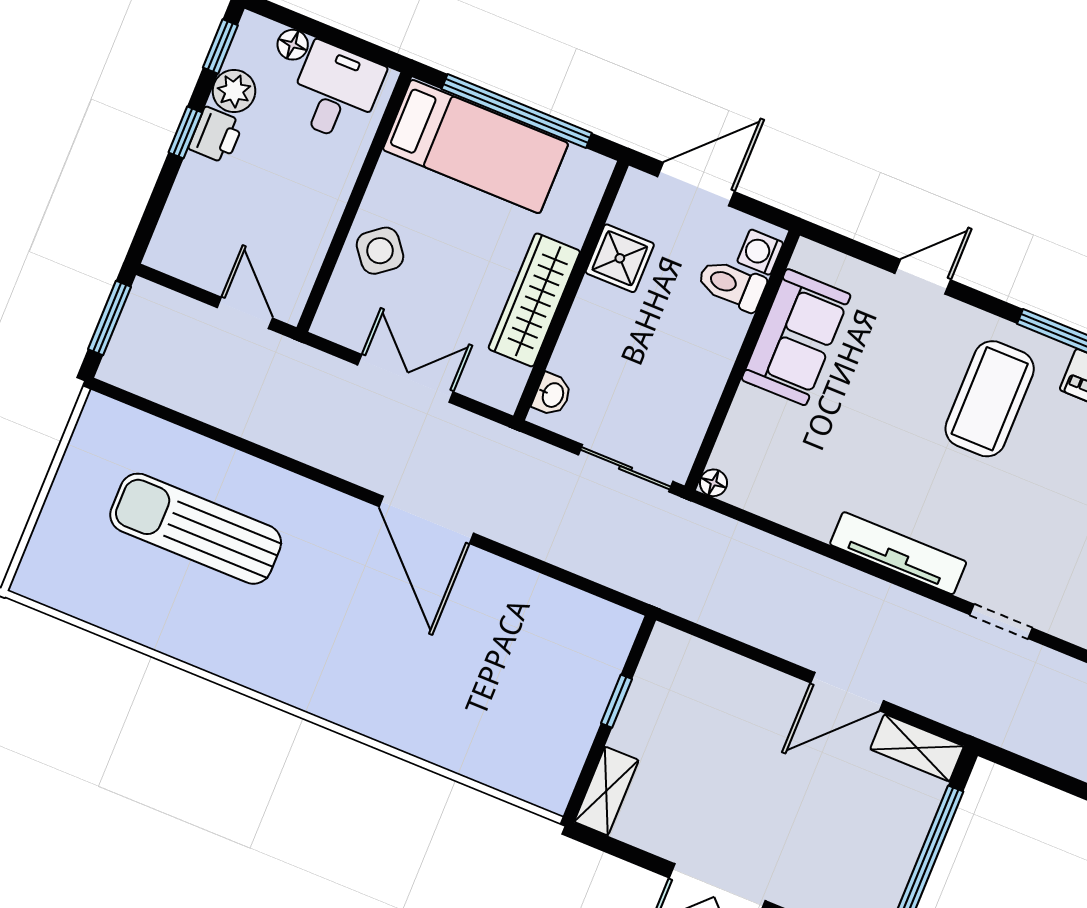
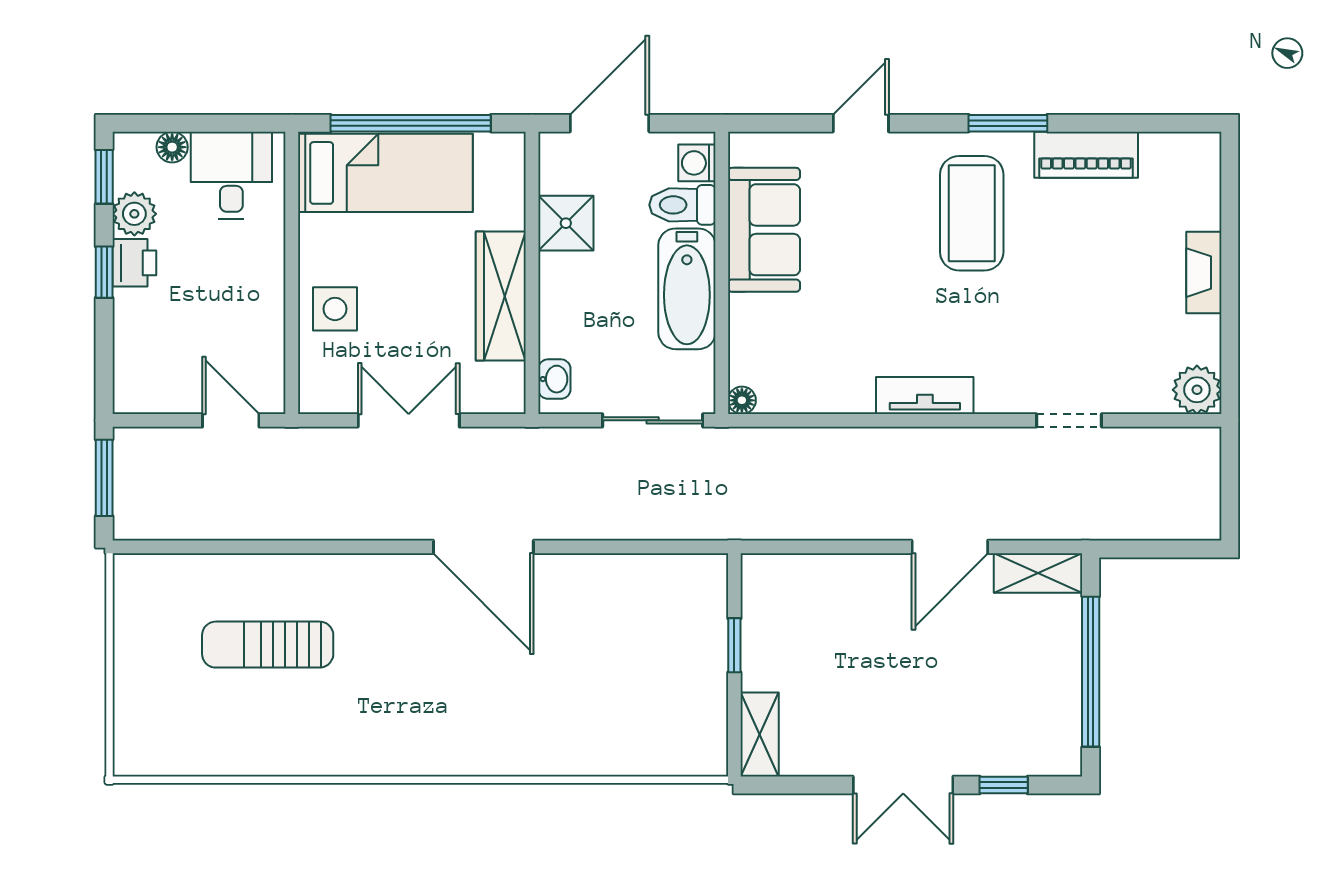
side table: (380, 251) -> (335, 309), turned 38
bathtub: (705, 362) -> (687, 289), added
sun lounger: (196, 529) -> (268, 645), width x0.73, depth x0.75
tv unit: (898, 553) -> (925, 395), width x0.71

